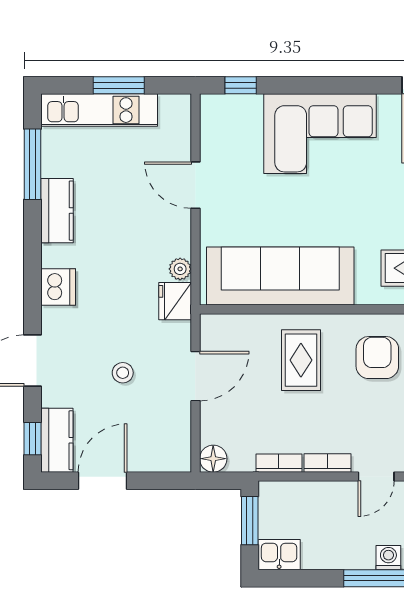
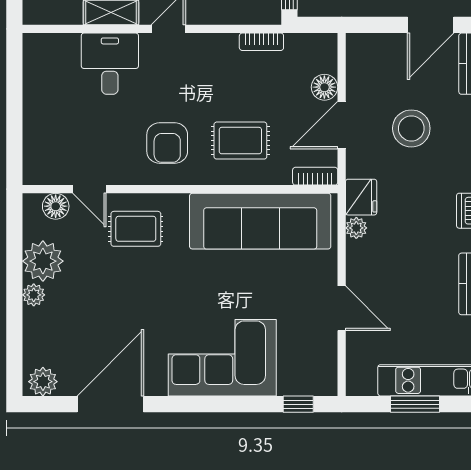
rug: (301, 360) -> (240, 141), turned 90
stool: (123, 373) -> (411, 128), width x1.89, depth x1.89
floor lamp: (213, 459) -> (324, 87), moved
bookcase: (327, 463) -> (315, 176), moved, turned 180

